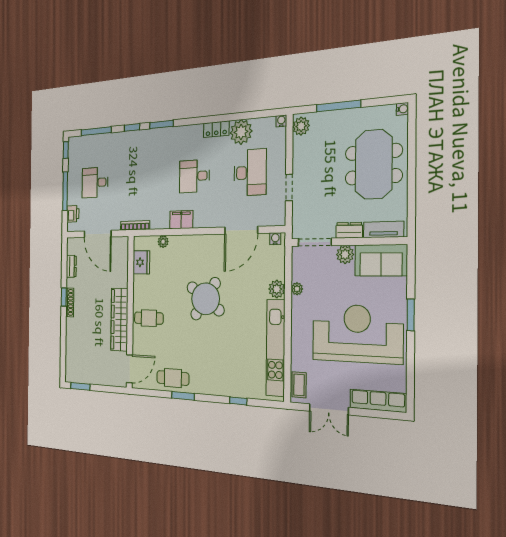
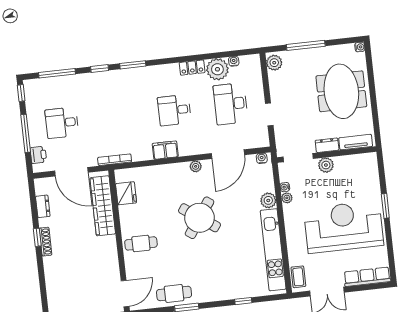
water cooler: (281, 121) -> (234, 61), moved
desk: (250, 172) -> (231, 104), turned 180
plant: (163, 242) -> (196, 166), moved
sofa: (381, 260) -> (356, 166), removed
water cooler: (296, 276) -> (285, 187), added
wardrobe: (119, 320) -> (103, 206), moved

